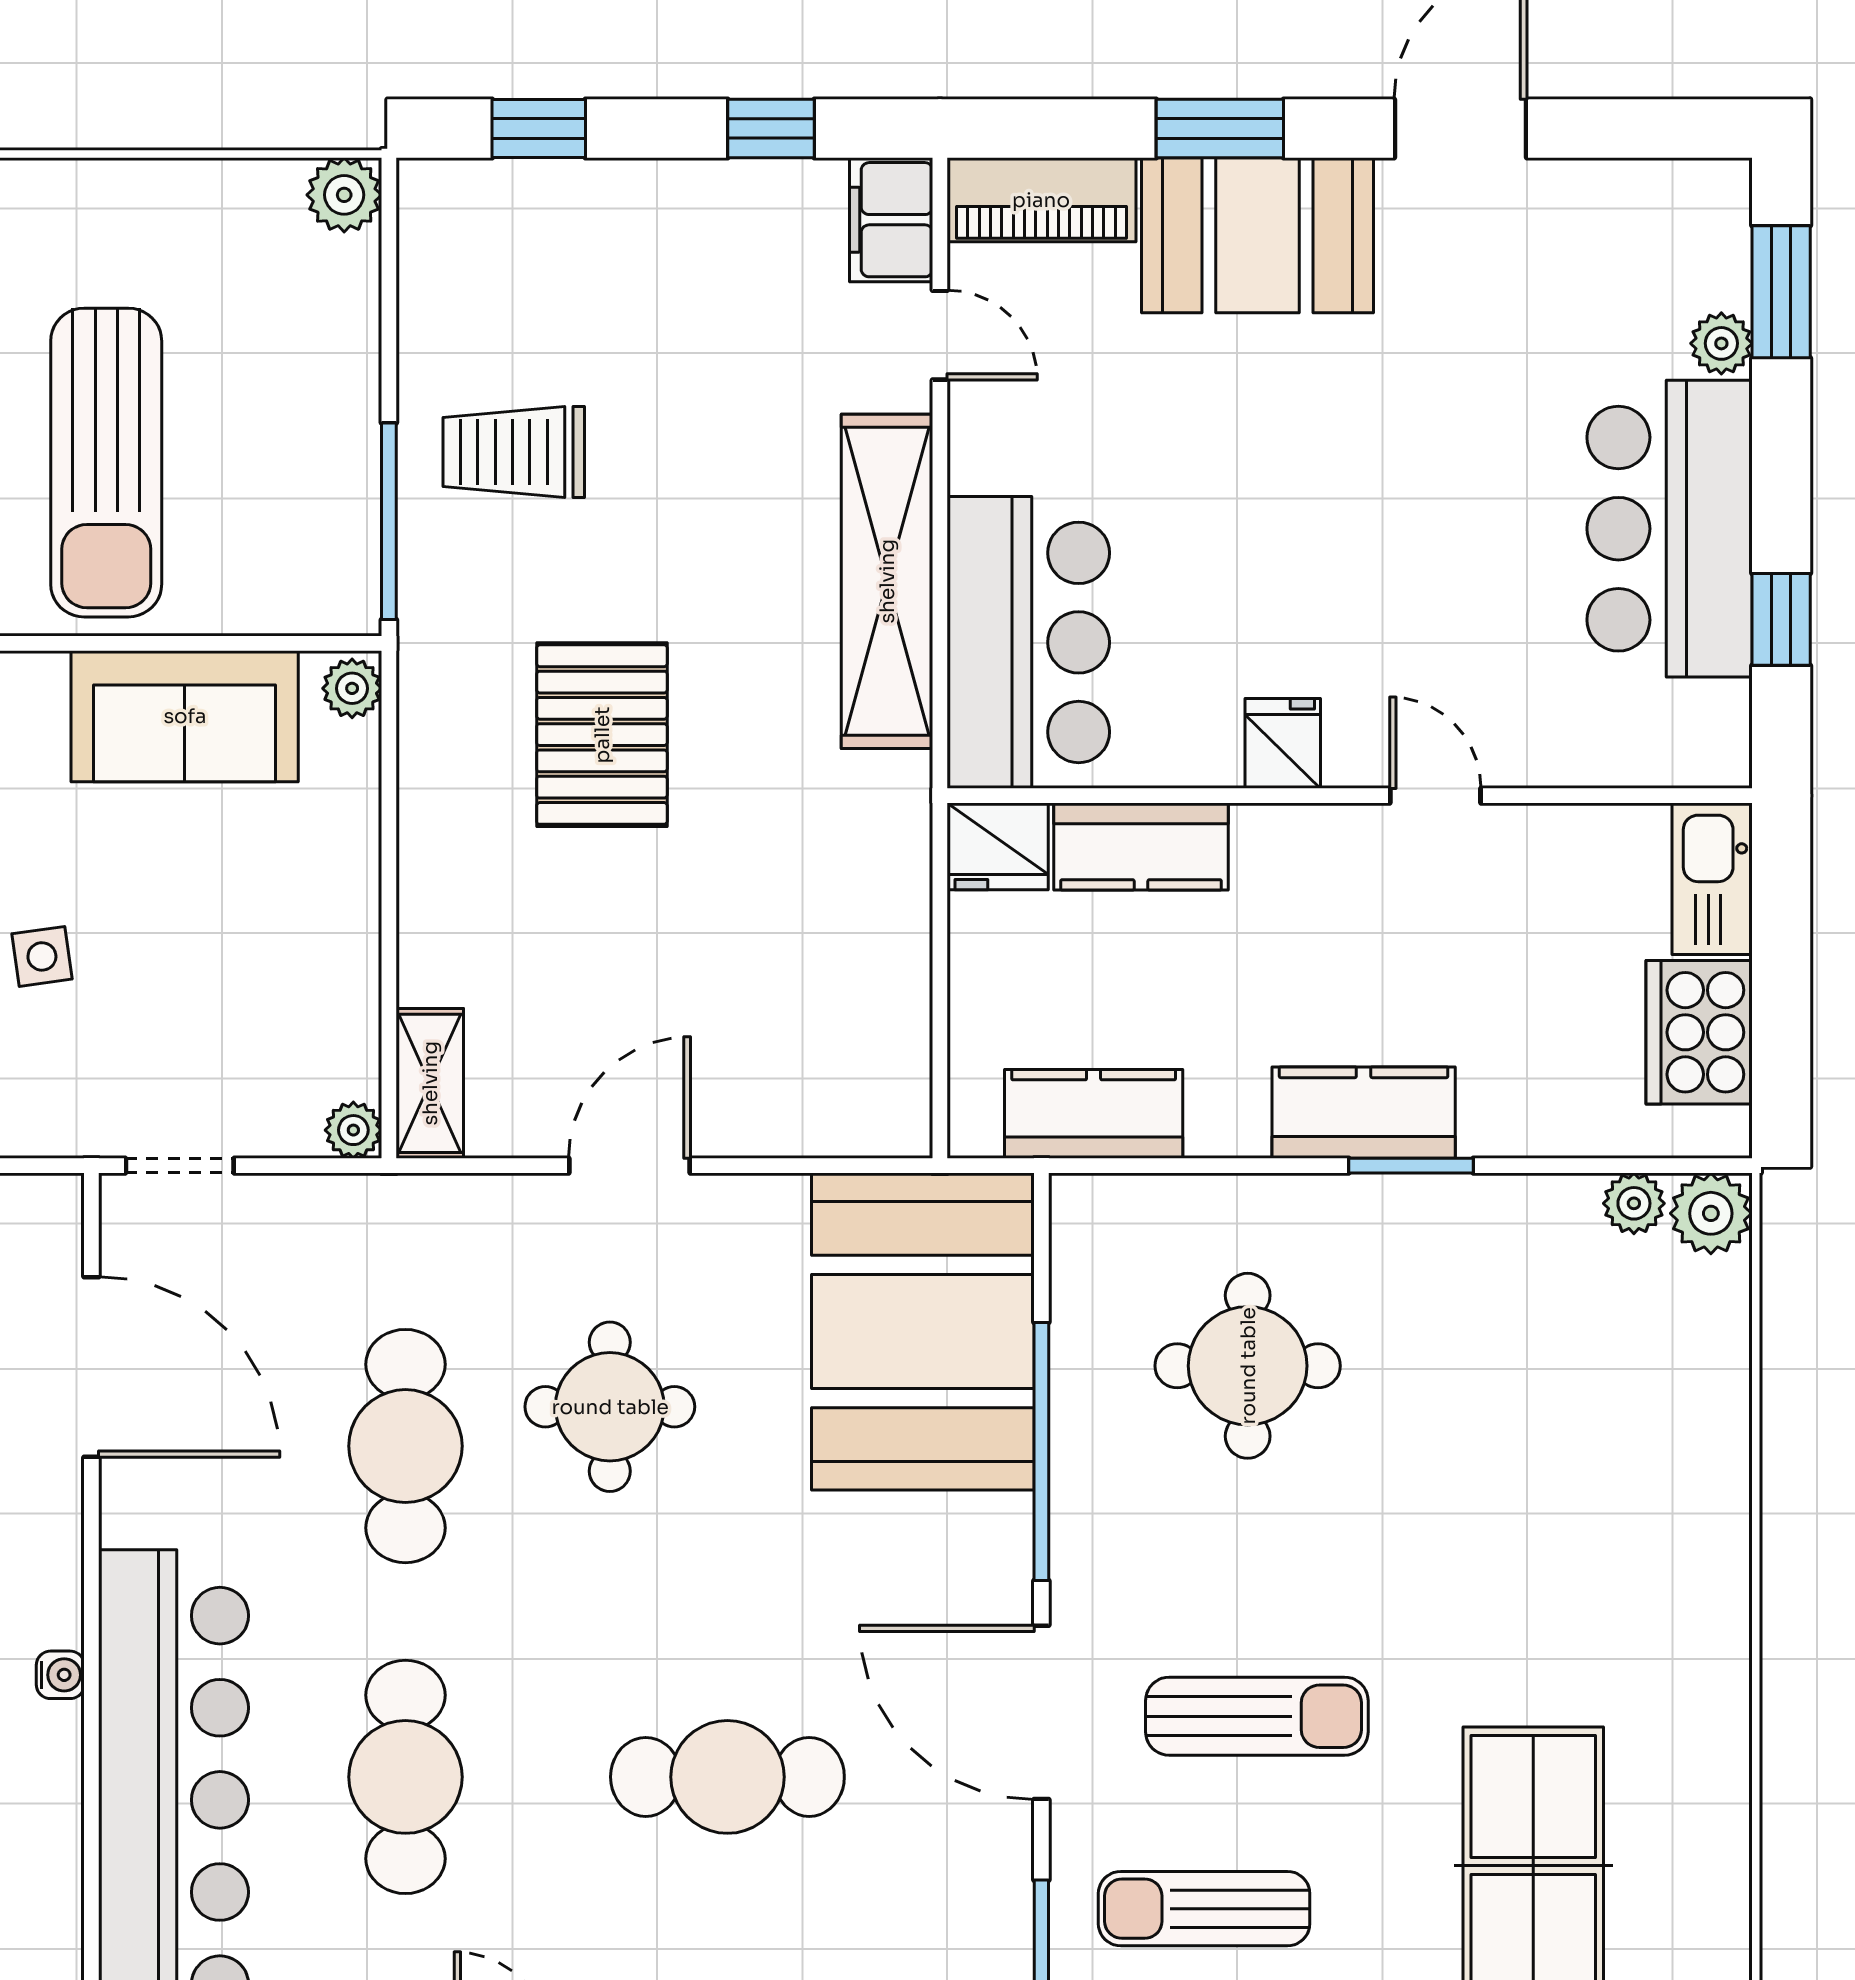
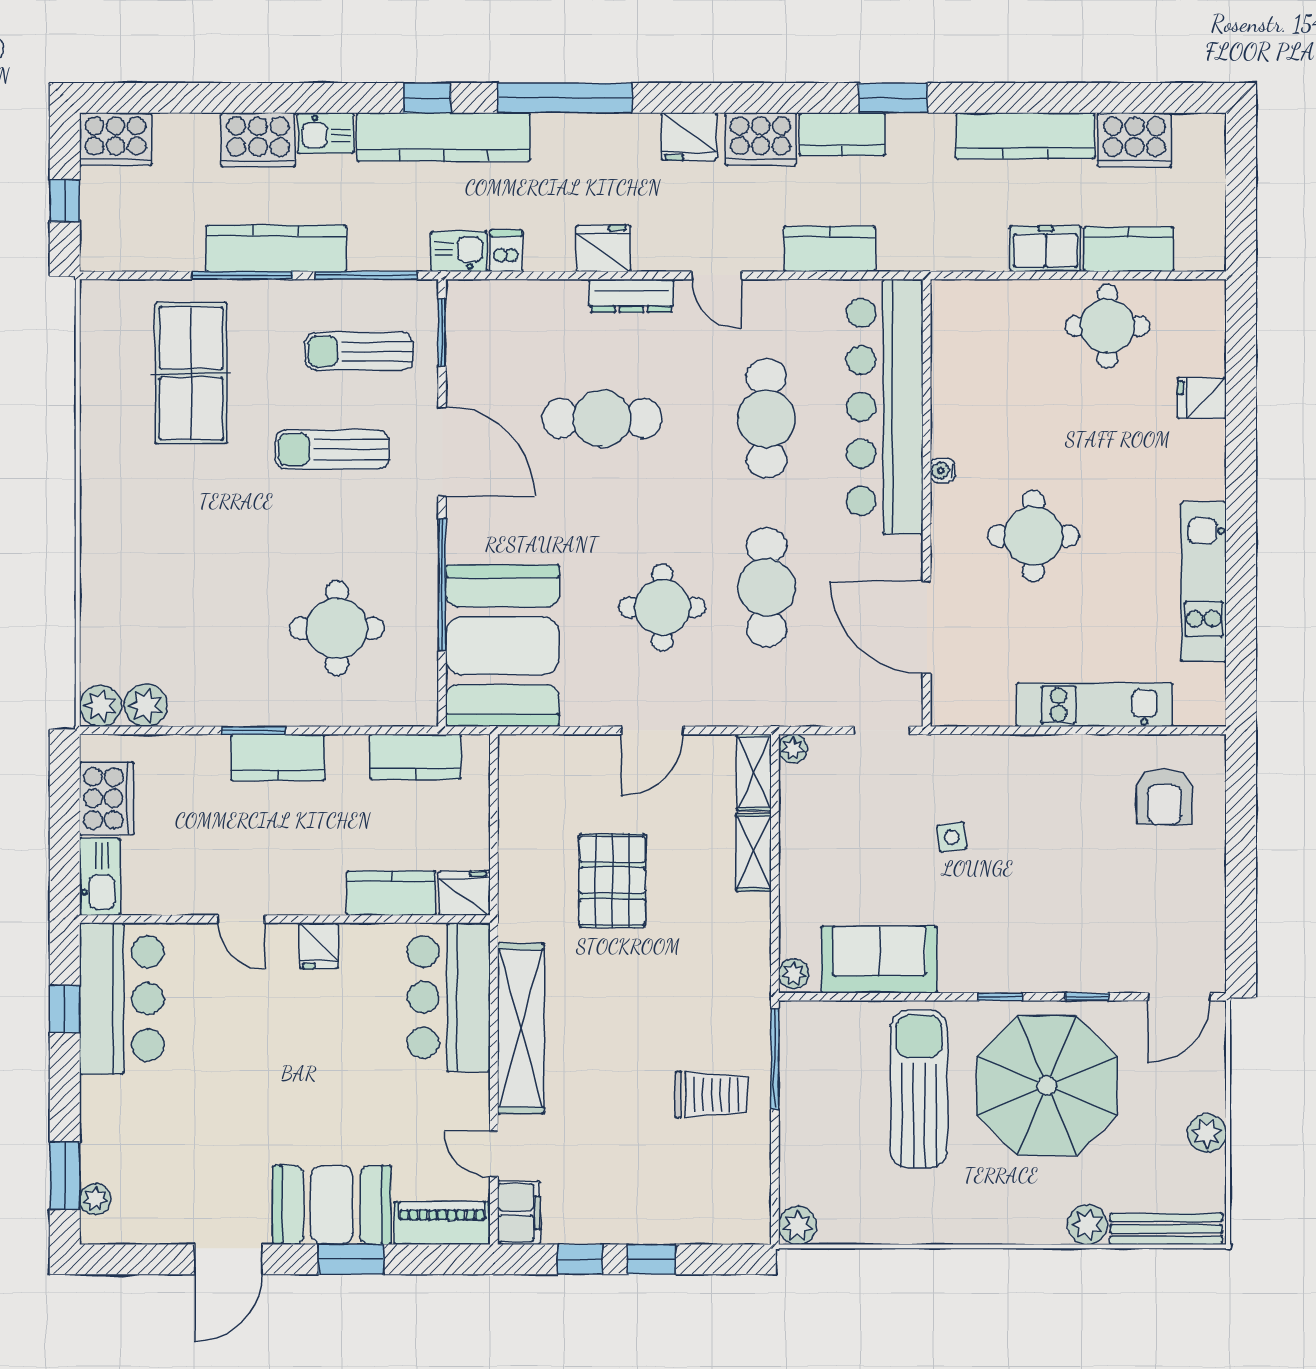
window: (539, 128) -> (652, 1259), moved
plant: (1721, 343) -> (95, 1199), moved
bar counter: (1670, 529) -> (122, 999), moved
pallet: (602, 735) -> (612, 880), moved
shelving: (430, 926) -> (754, 852), added
plant: (1634, 1203) -> (146, 705), width x1.38, depth x1.38
sun lounger: (1204, 1909) -> (359, 351), turned 180

